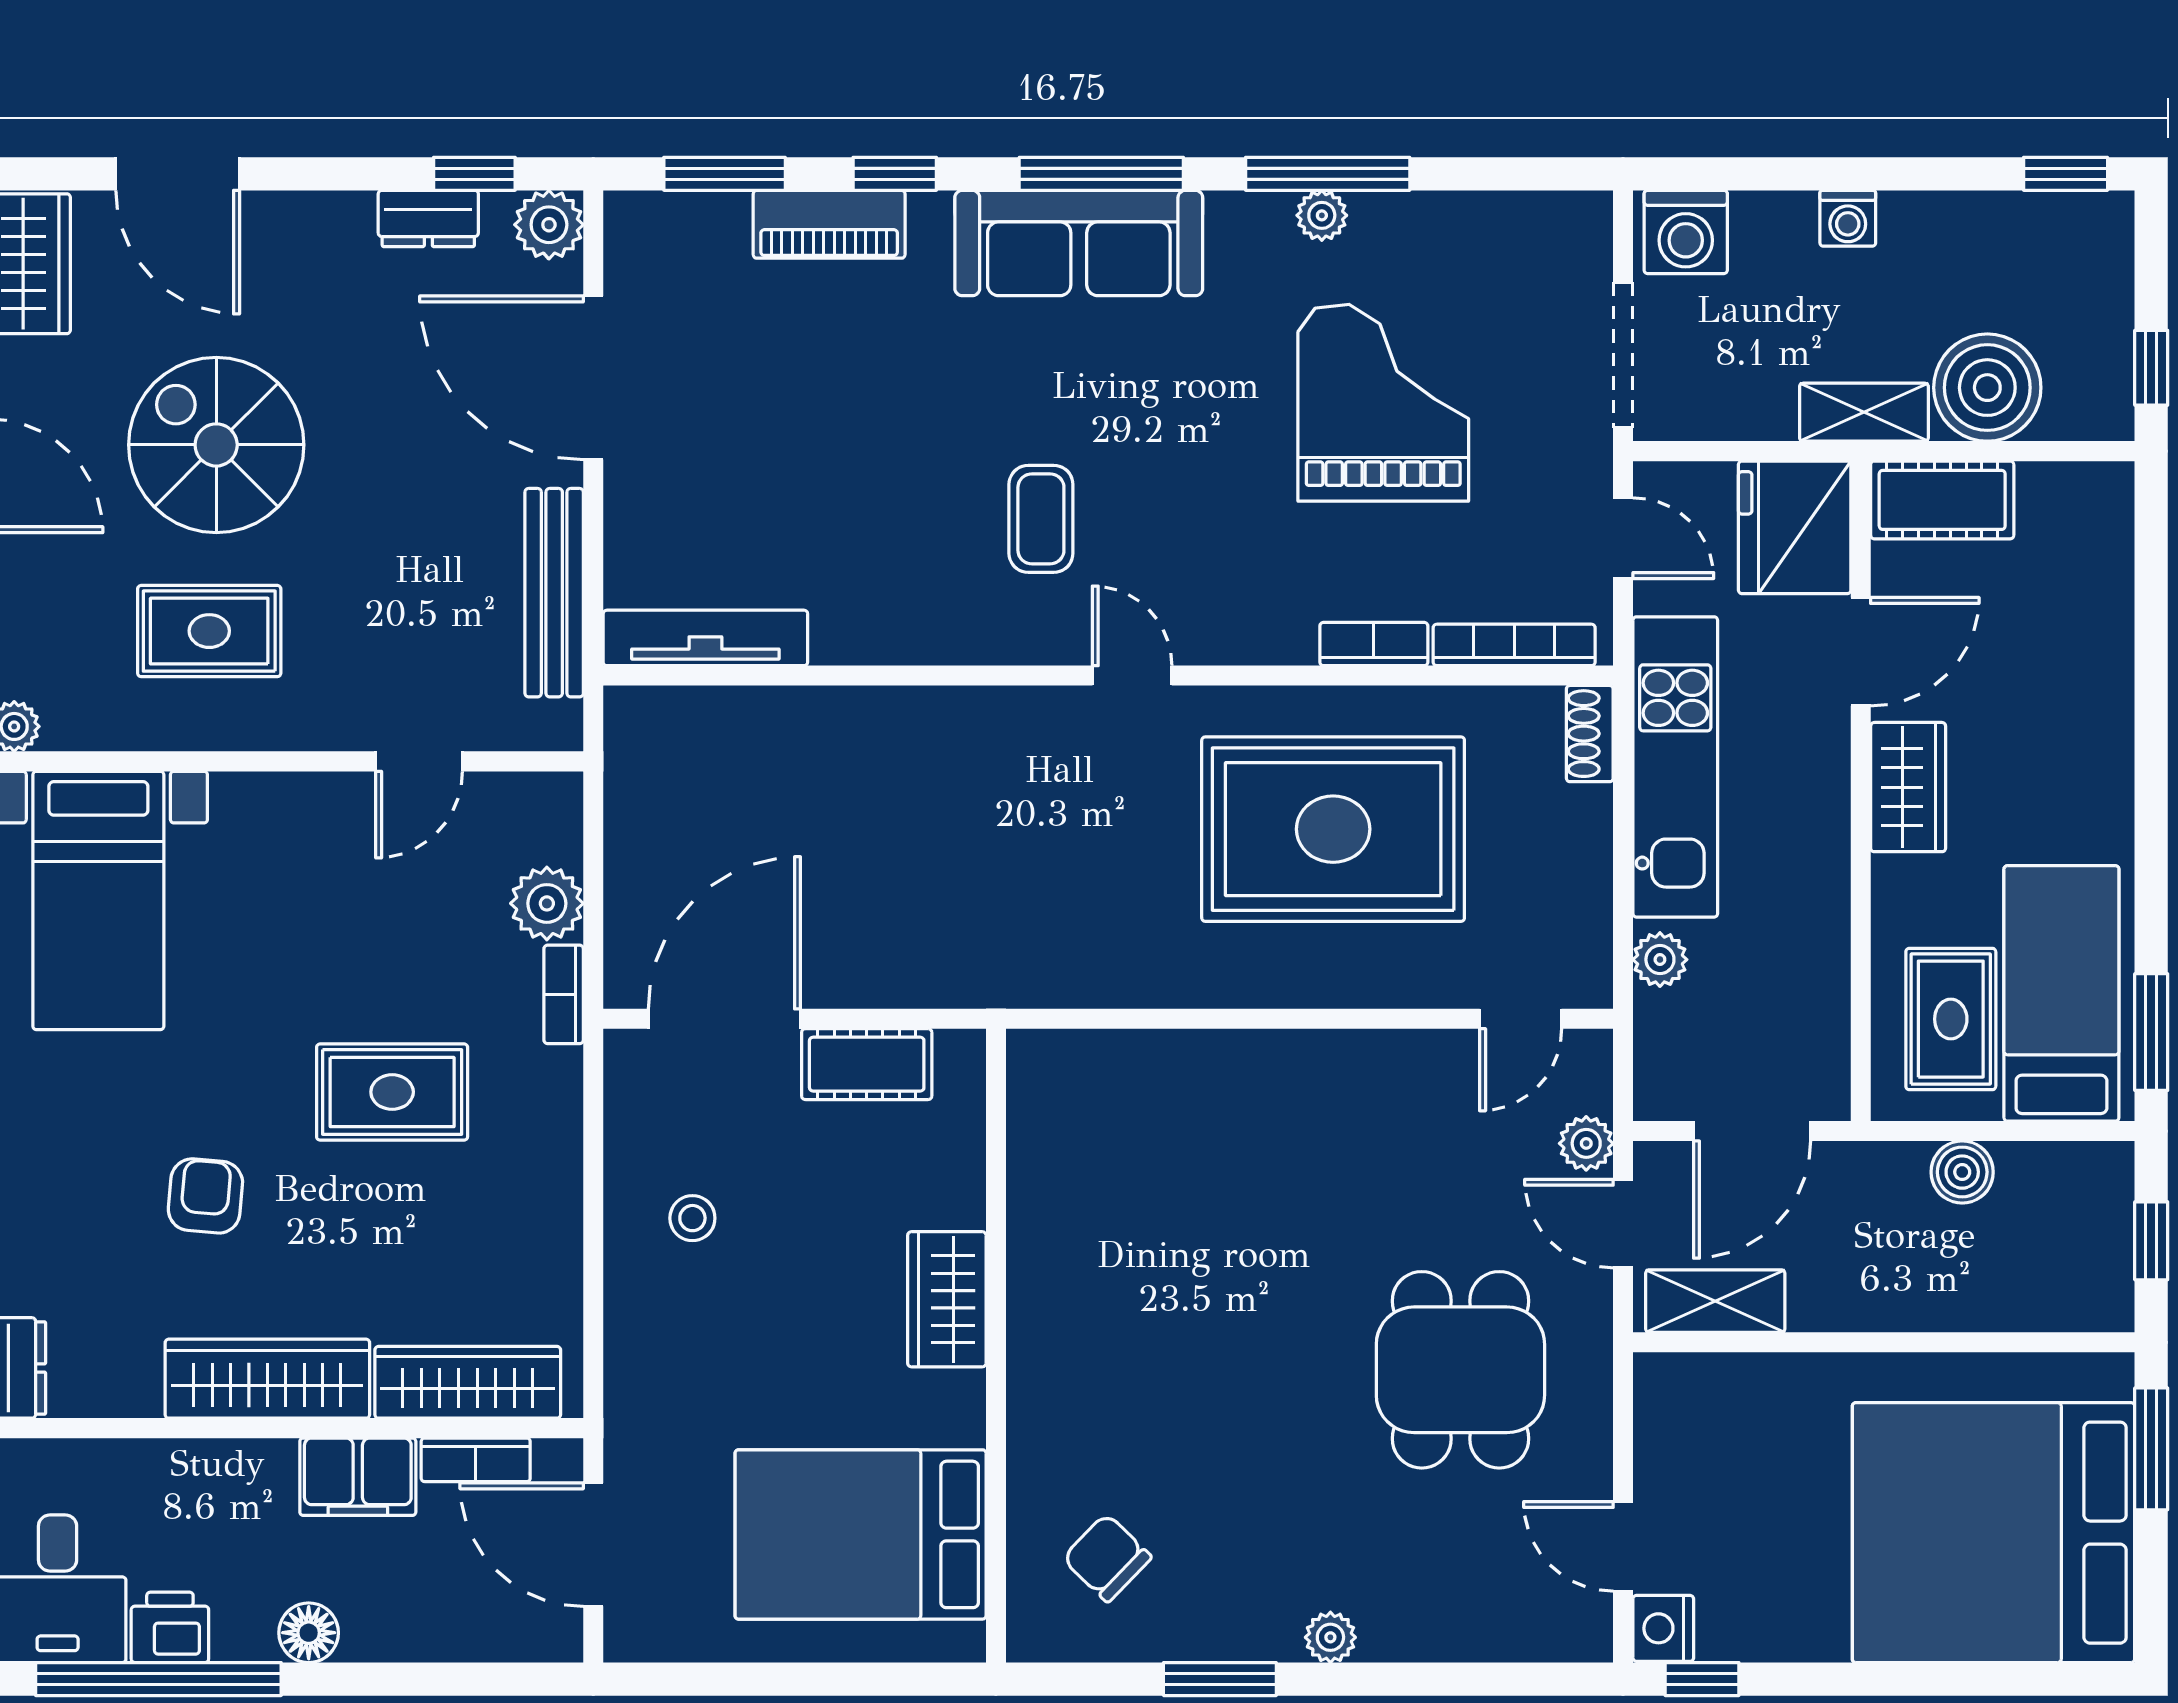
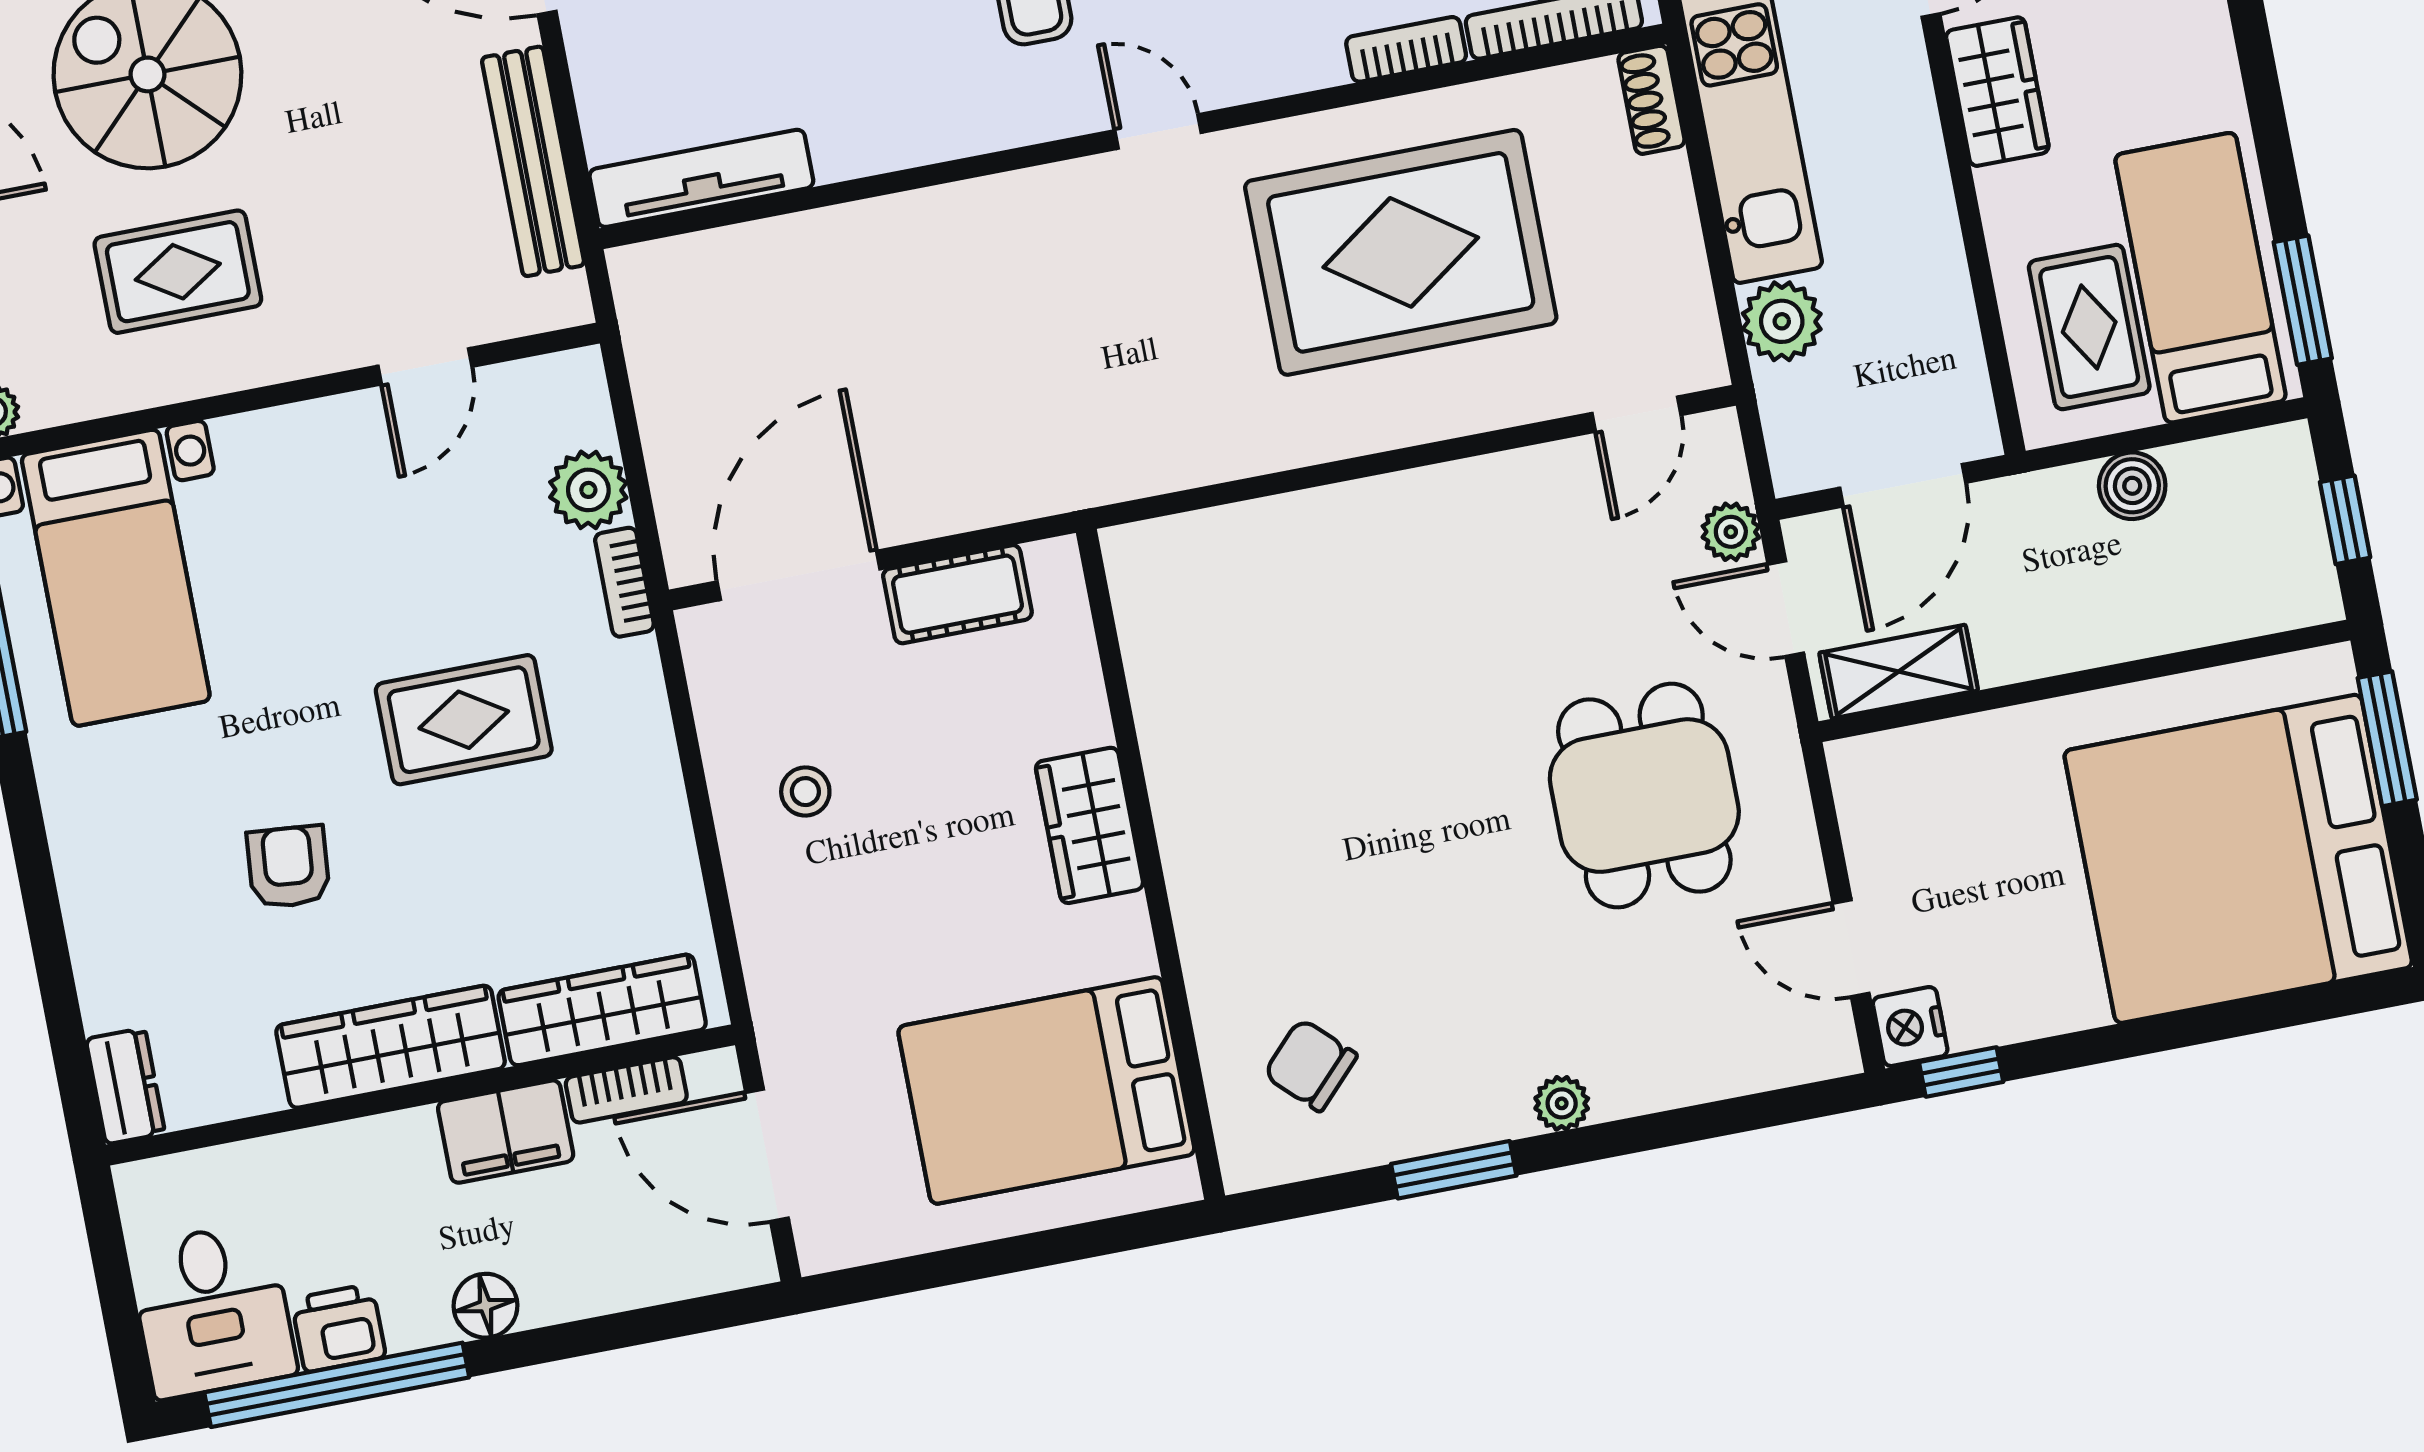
plant: (1660, 960) -> (1782, 321), width x1.38, depth x1.38

